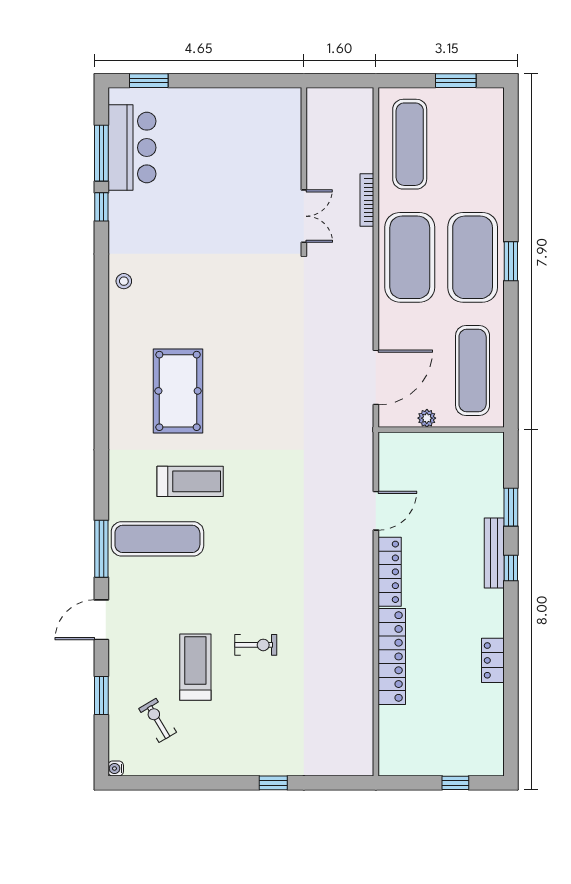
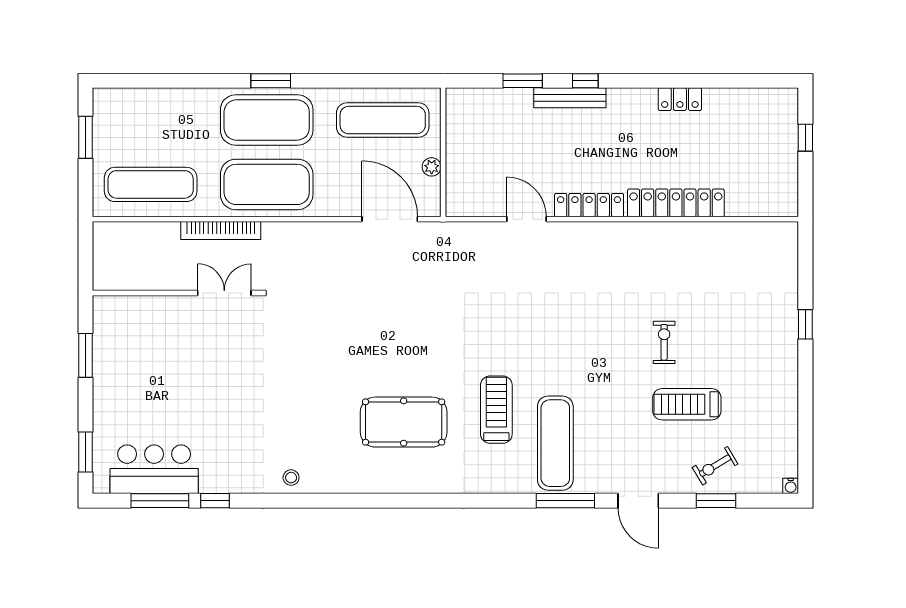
window: (243, 81) -> (86, 355), added
bookcase: (367, 200) -> (221, 230), width x1.48, depth x1.31
exercise bike: (158, 720) -> (715, 466), moved

